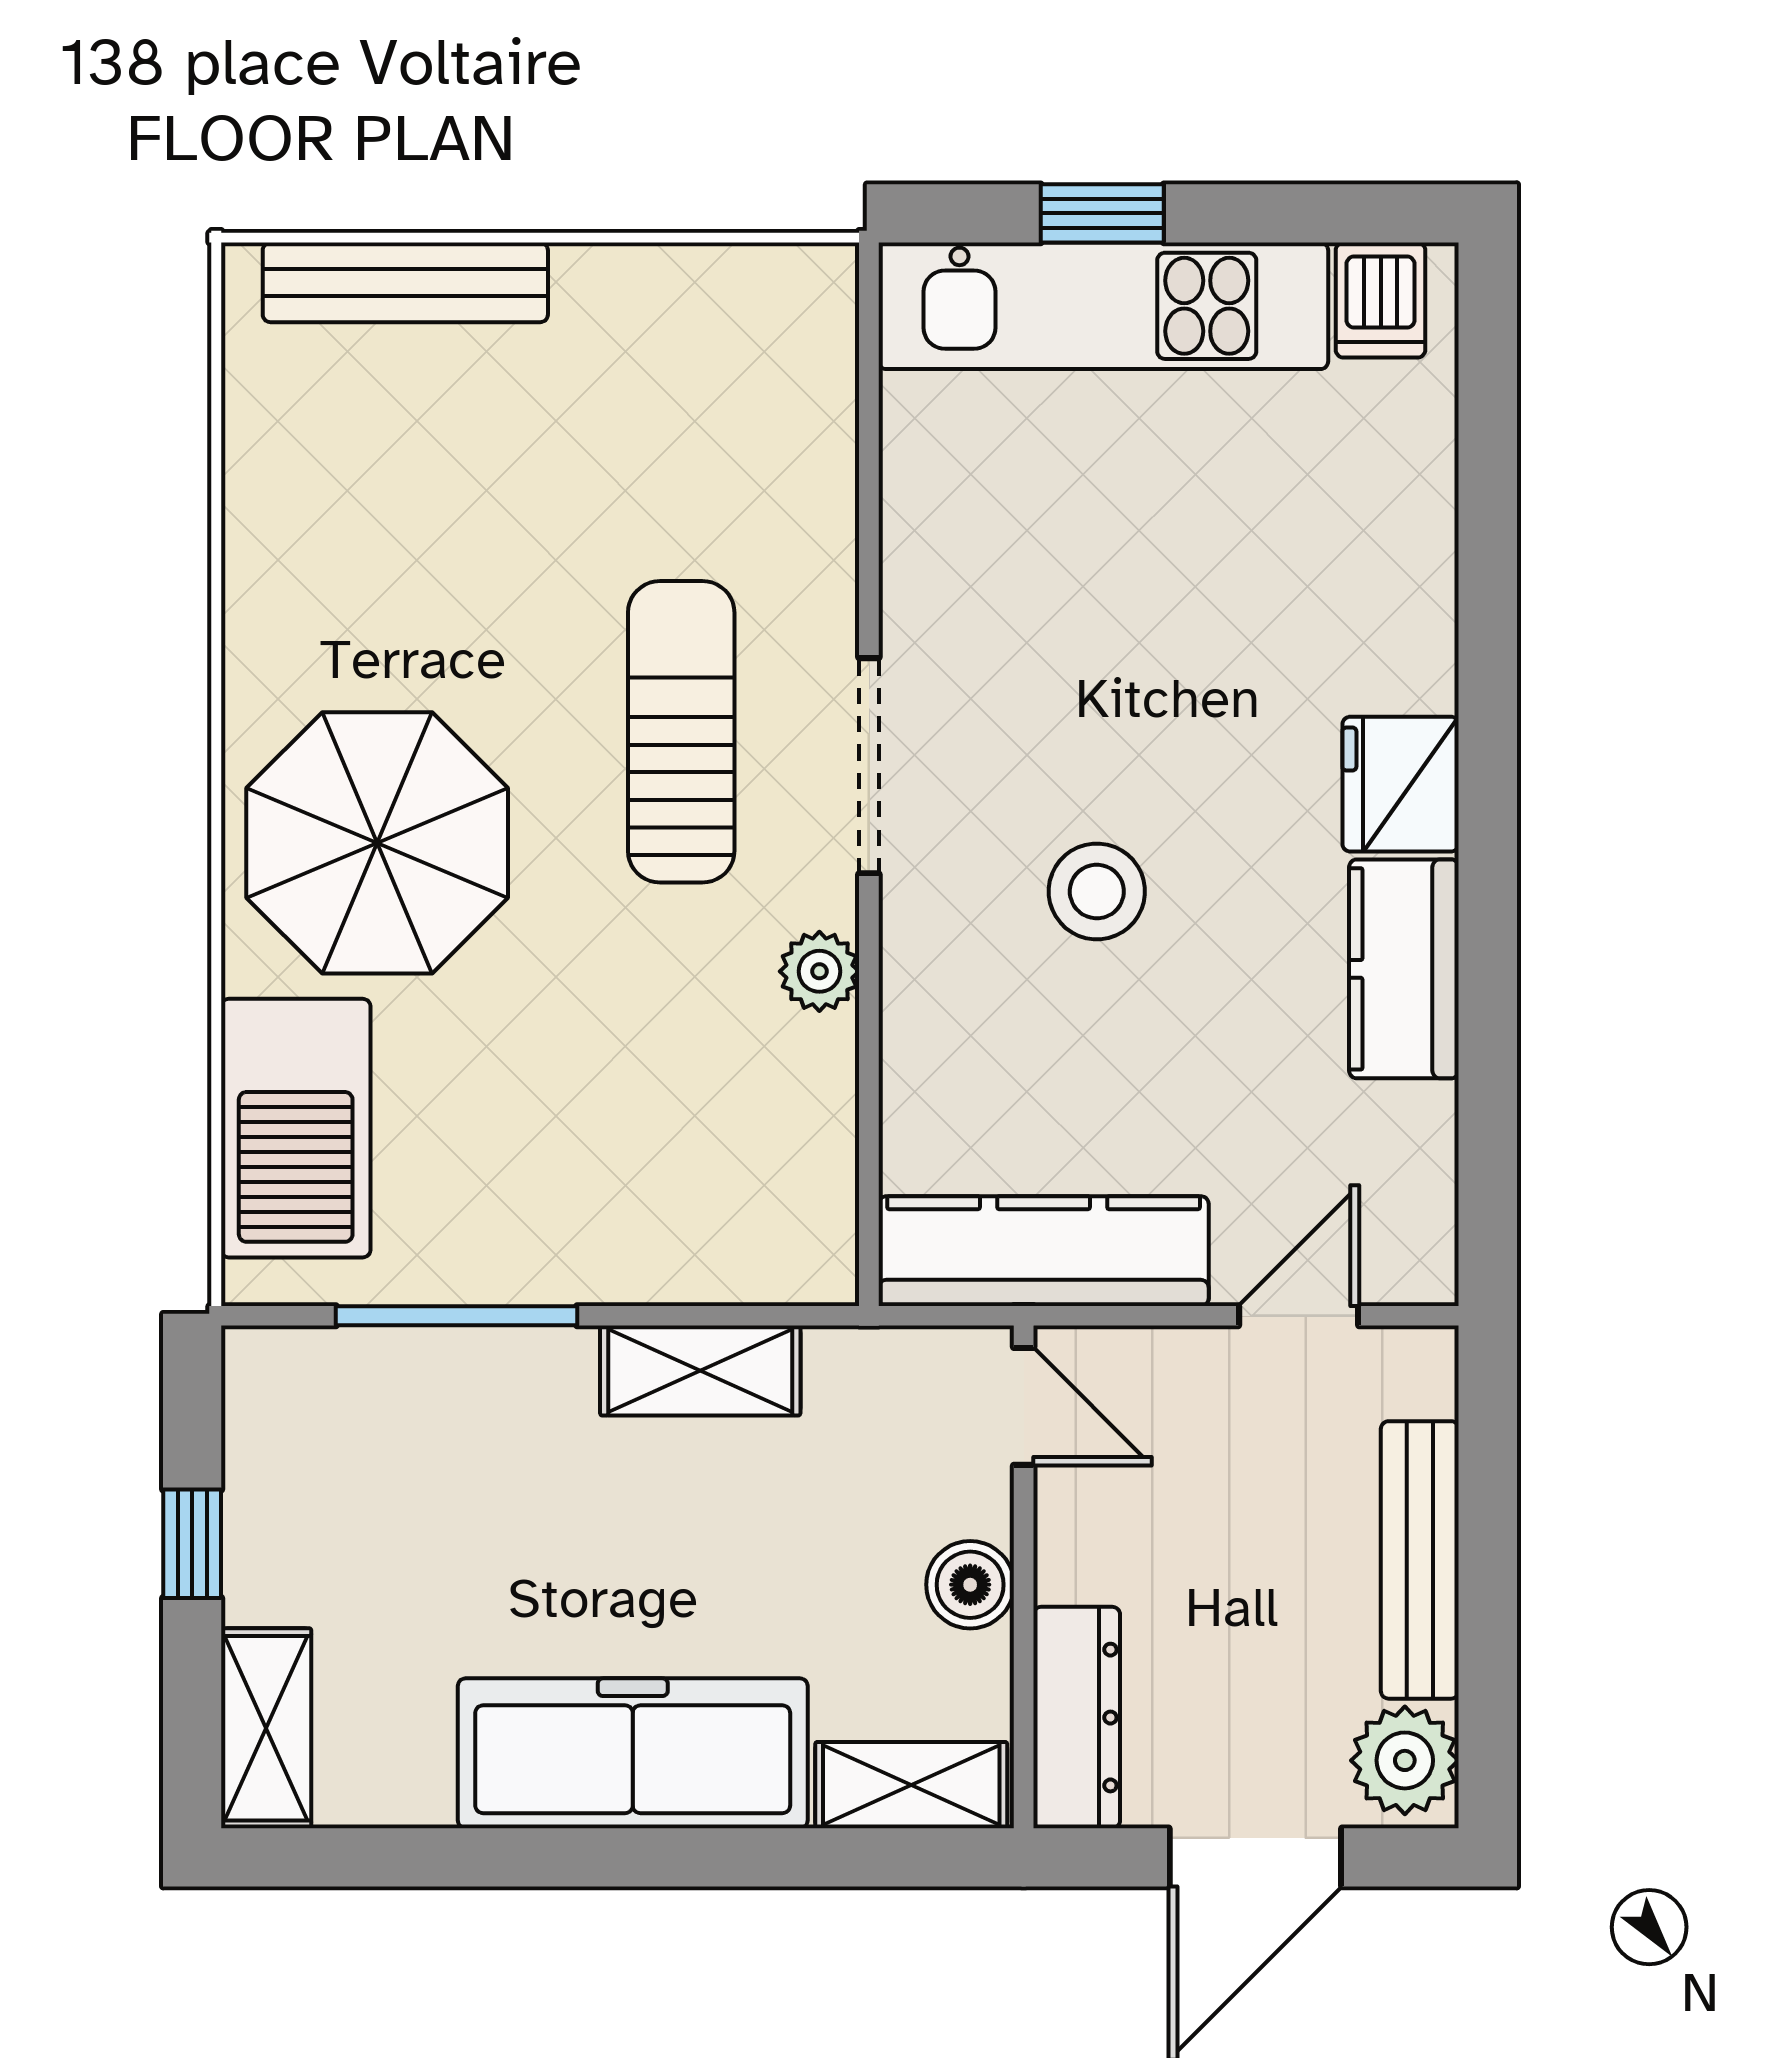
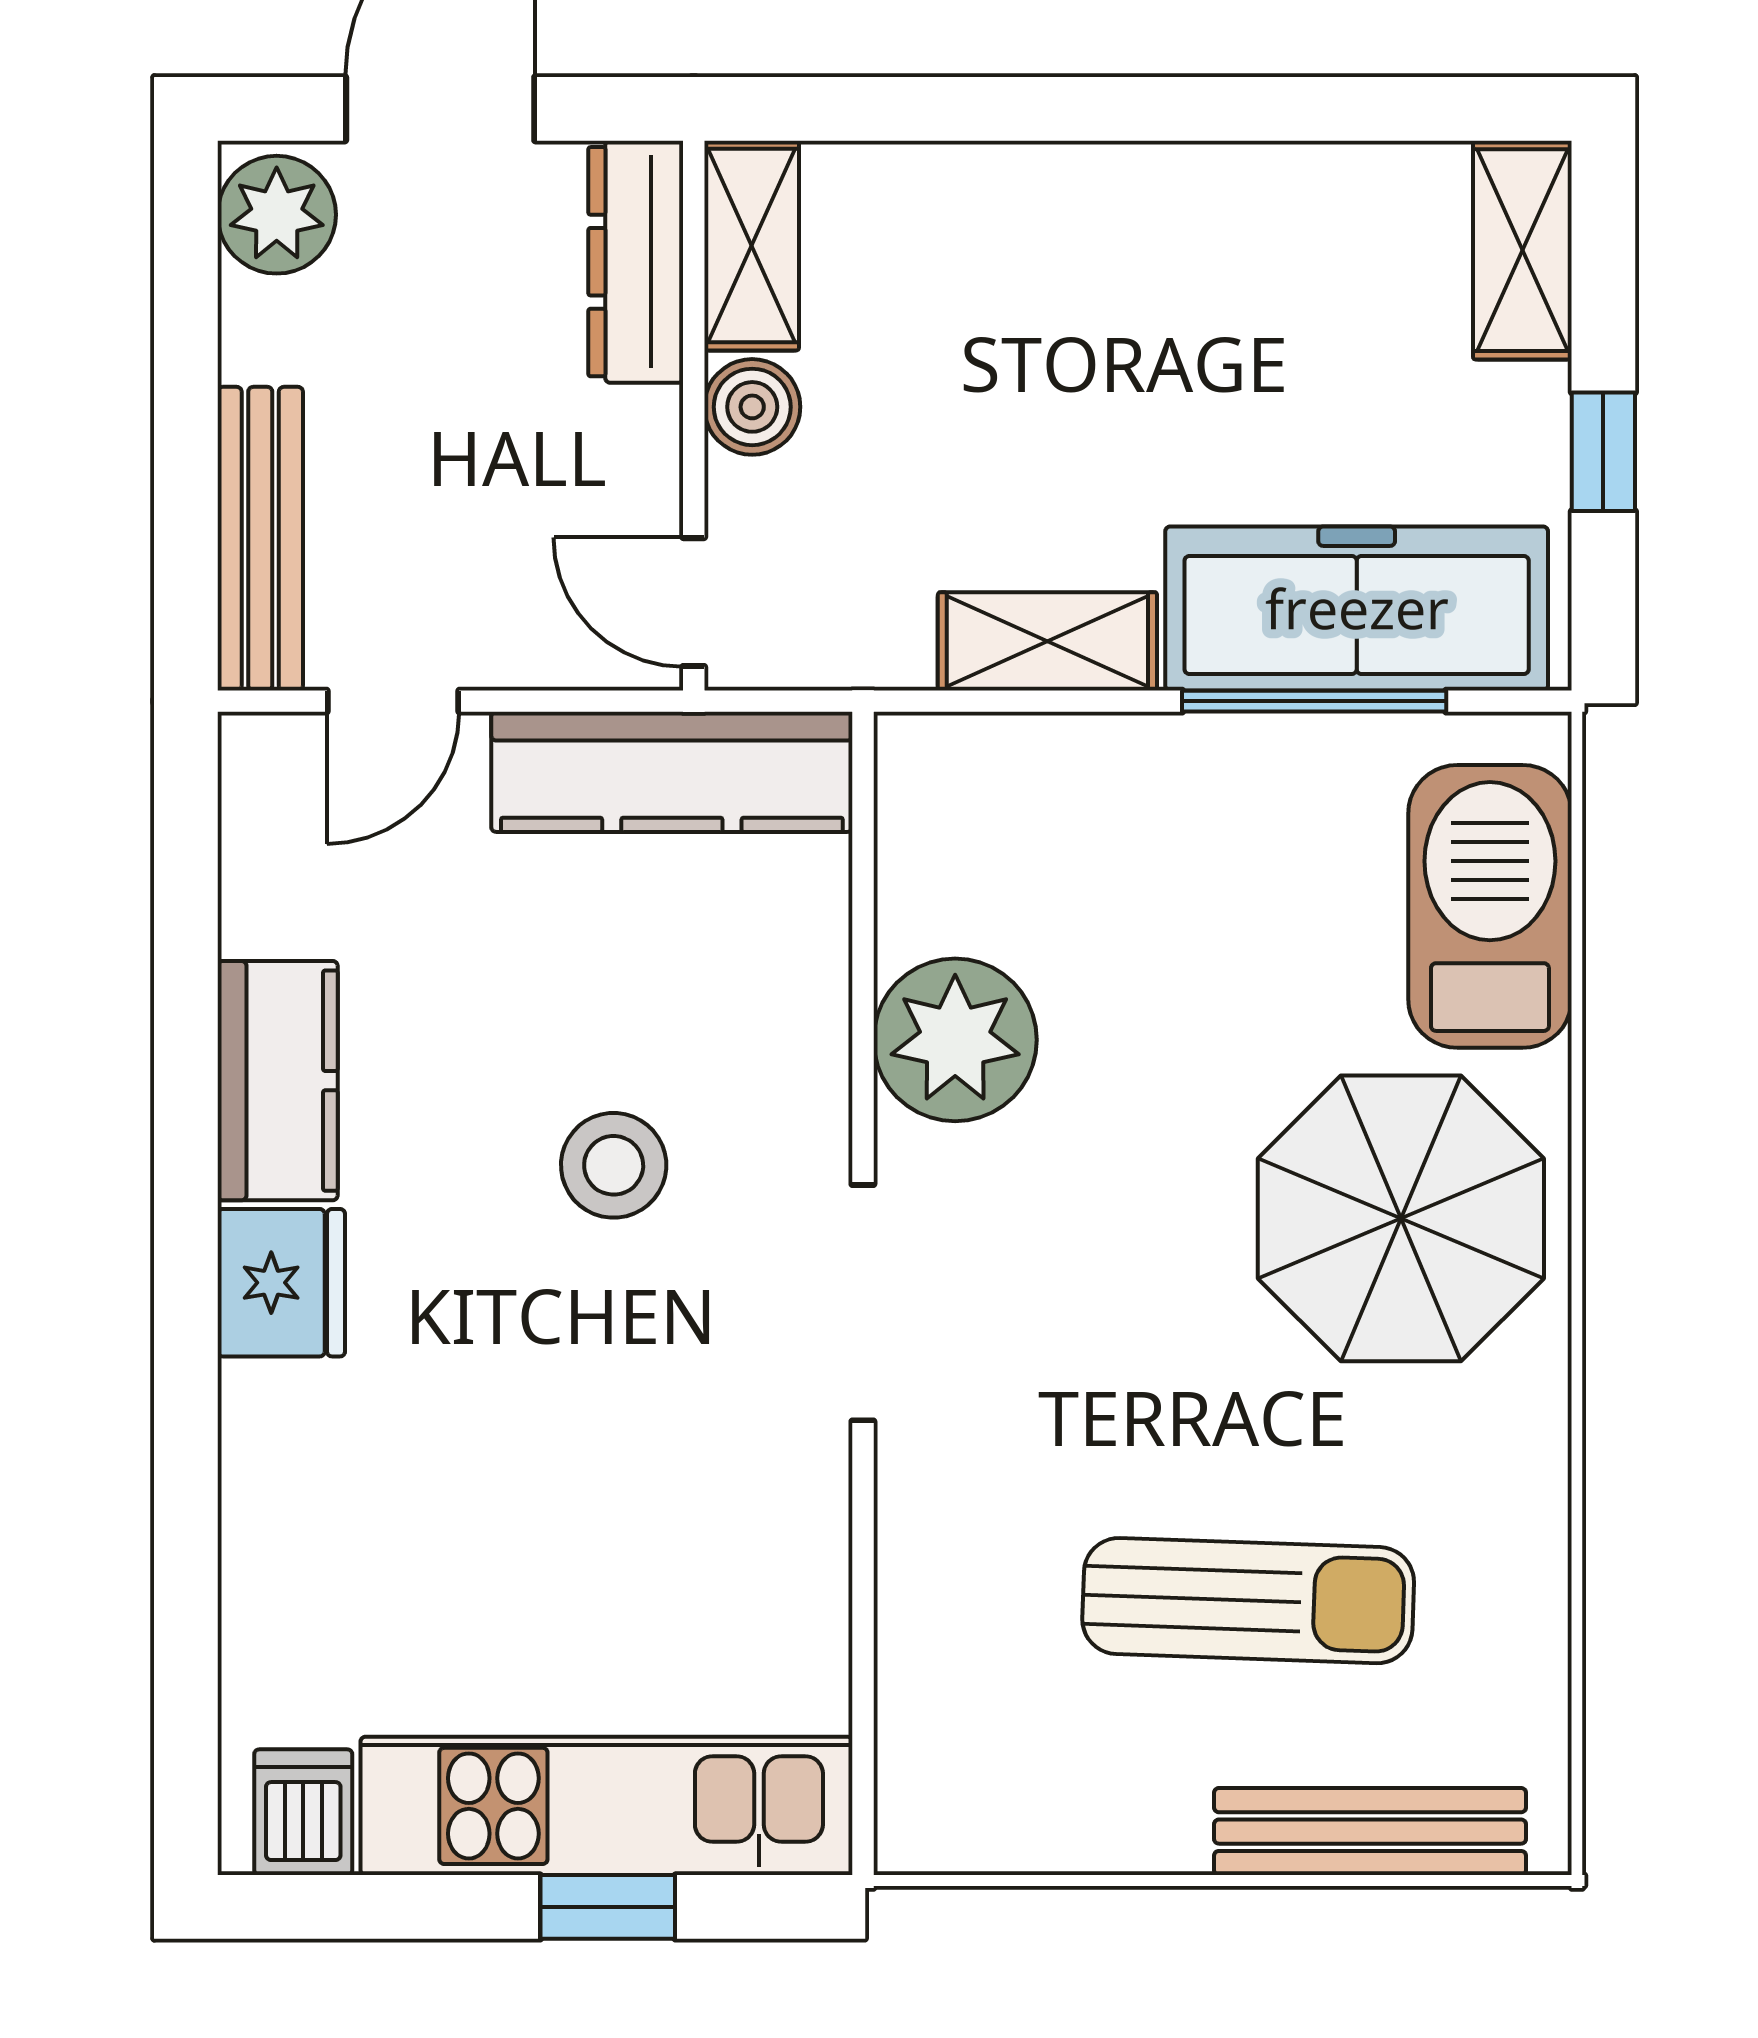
sun lounger: (681, 732) -> (1248, 1601), moved, turned -88
plant: (819, 971) -> (955, 1040), width x1.87, depth x1.87
bench: (1420, 1560) -> (260, 539), moved
freezer: (633, 1753) -> (1357, 608), moved, turned 180
shelving: (911, 1785) -> (752, 246), moved, turned 90

